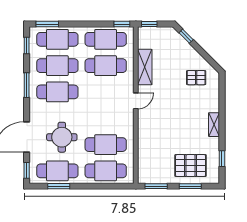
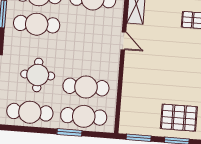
door: (136, 101) -> (123, 41), hinge flipped
window: (59, 186) -> (69, 132), moved

